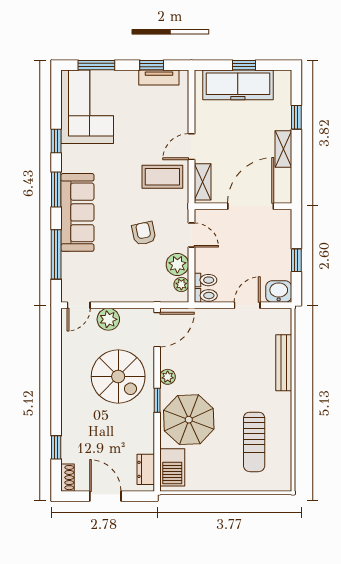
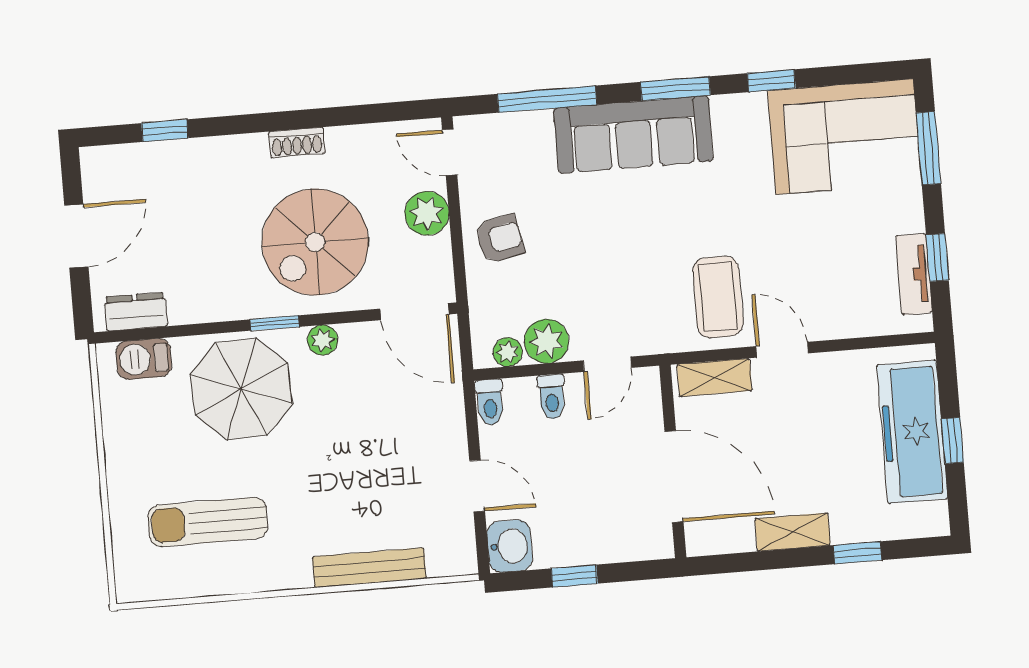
armchair: (144, 233) -> (500, 239), moved
toilet: (206, 280) -> (552, 397), moved
barbecue: (172, 467) -> (144, 359), width x0.73, depth x0.79
shoe rack: (68, 478) -> (297, 143), moved

